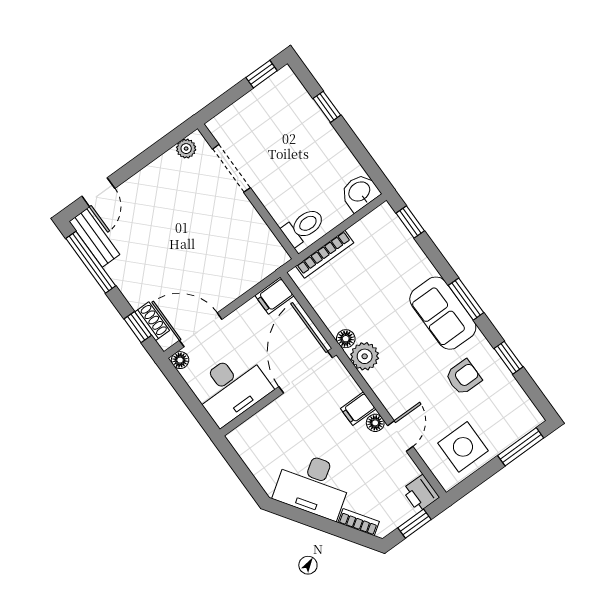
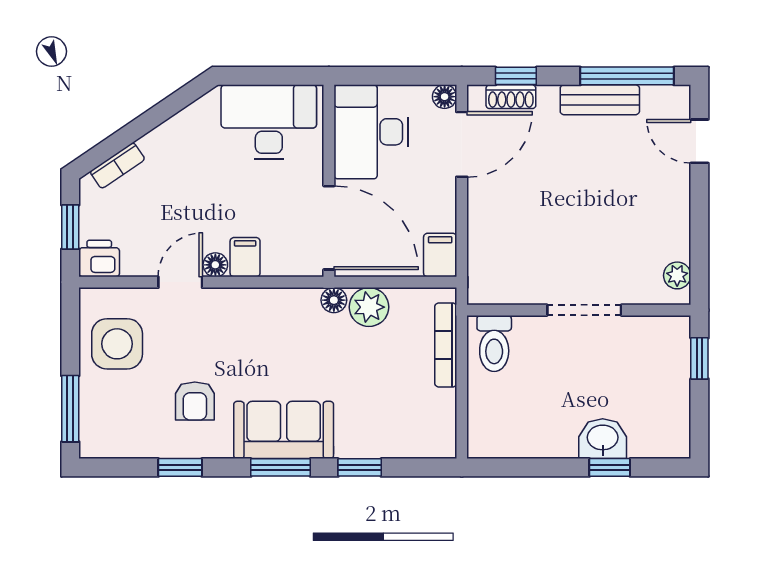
window: (262, 74) -> (699, 358), moved
doorway: (231, 168) -> (584, 310), moved
washbasin: (360, 192) -> (603, 439), moved, turned -90
window: (410, 222) -> (360, 467), moved
bench: (94, 238) -> (600, 100), moved
plant: (365, 356) -> (369, 307), moved
door: (400, 436) -> (180, 282), swing flipped
desk: (313, 485) -> (269, 122), moved, turned 34

